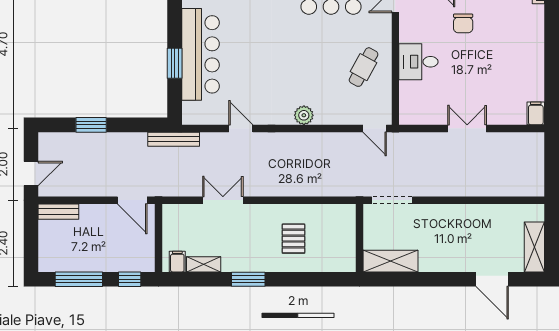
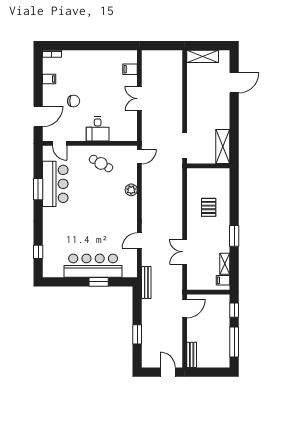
filing cabinet: (536, 113) -> (130, 69), moved
plant: (304, 115) -> (131, 190), moved
pallet: (293, 239) -> (209, 207), turned 90
shelving: (534, 247) -> (203, 56), moved

